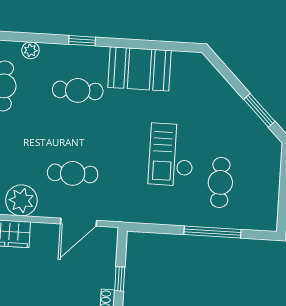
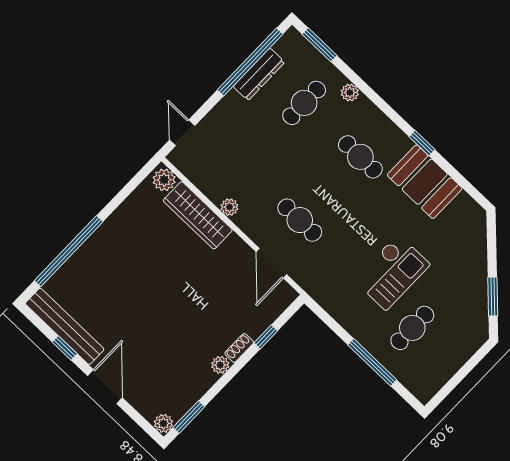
window: (82, 41) -> (422, 143), moved
checkout: (171, 155) -> (392, 272), turned 180
plant: (21, 200) -> (229, 207), width x0.53, depth x0.53
door: (79, 222) -> (271, 263), hinge flipped

